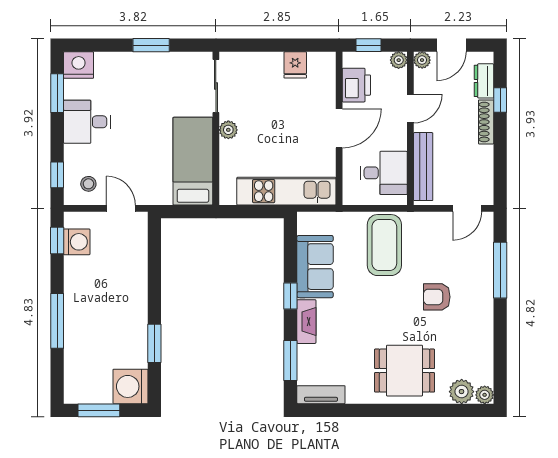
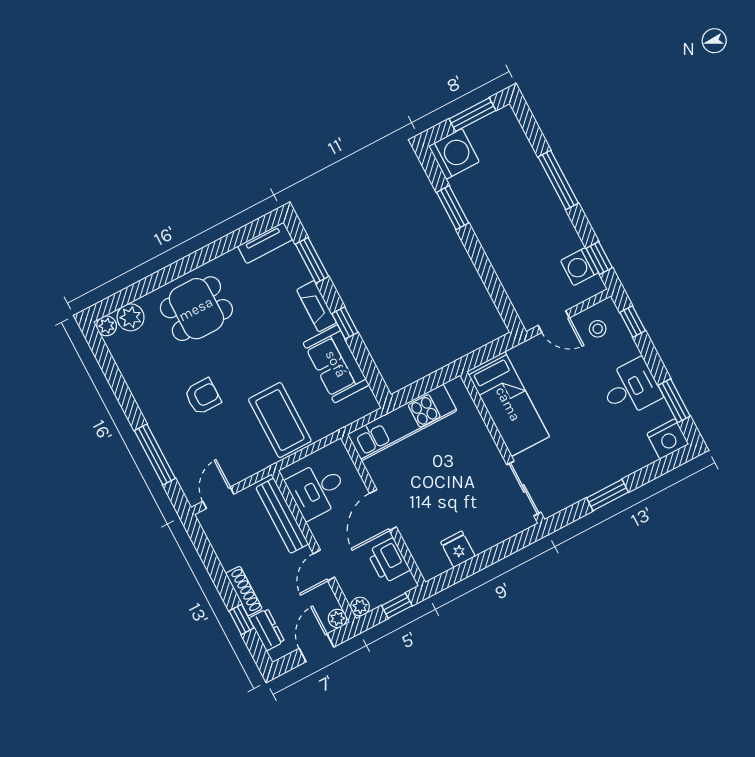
plant: (228, 130) -> (490, 452), removed

